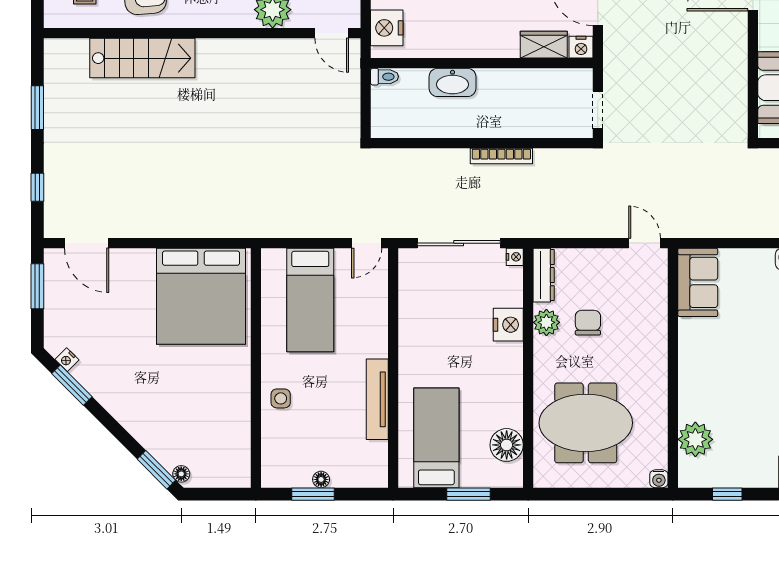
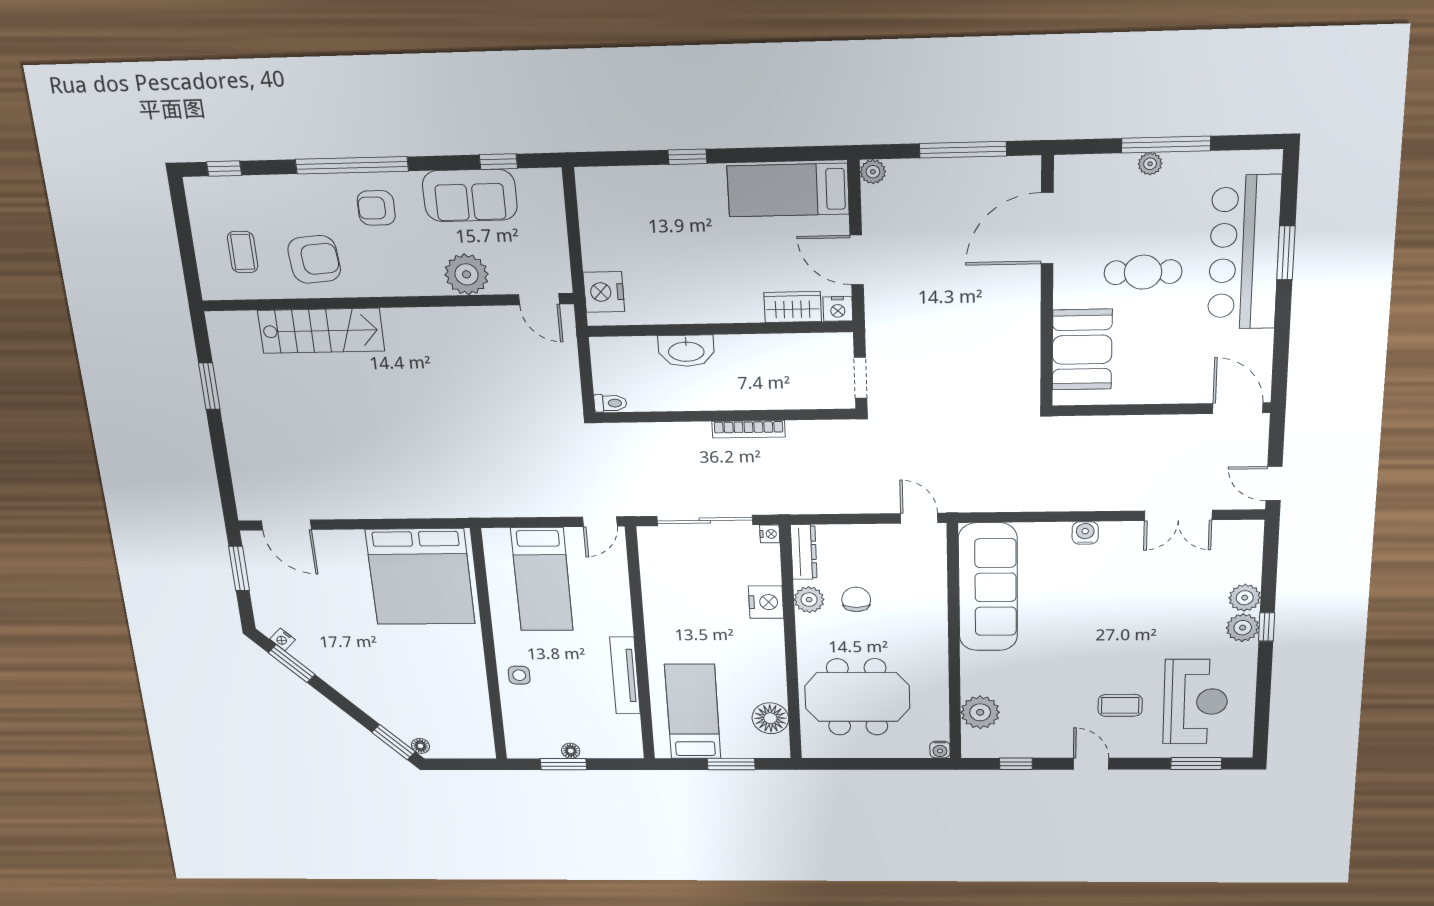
toilet: (385, 77) -> (610, 403), moved
window: (37, 187) -> (223, 469), removed
sofa: (698, 282) -> (988, 587), width x1.85, depth x1.27

